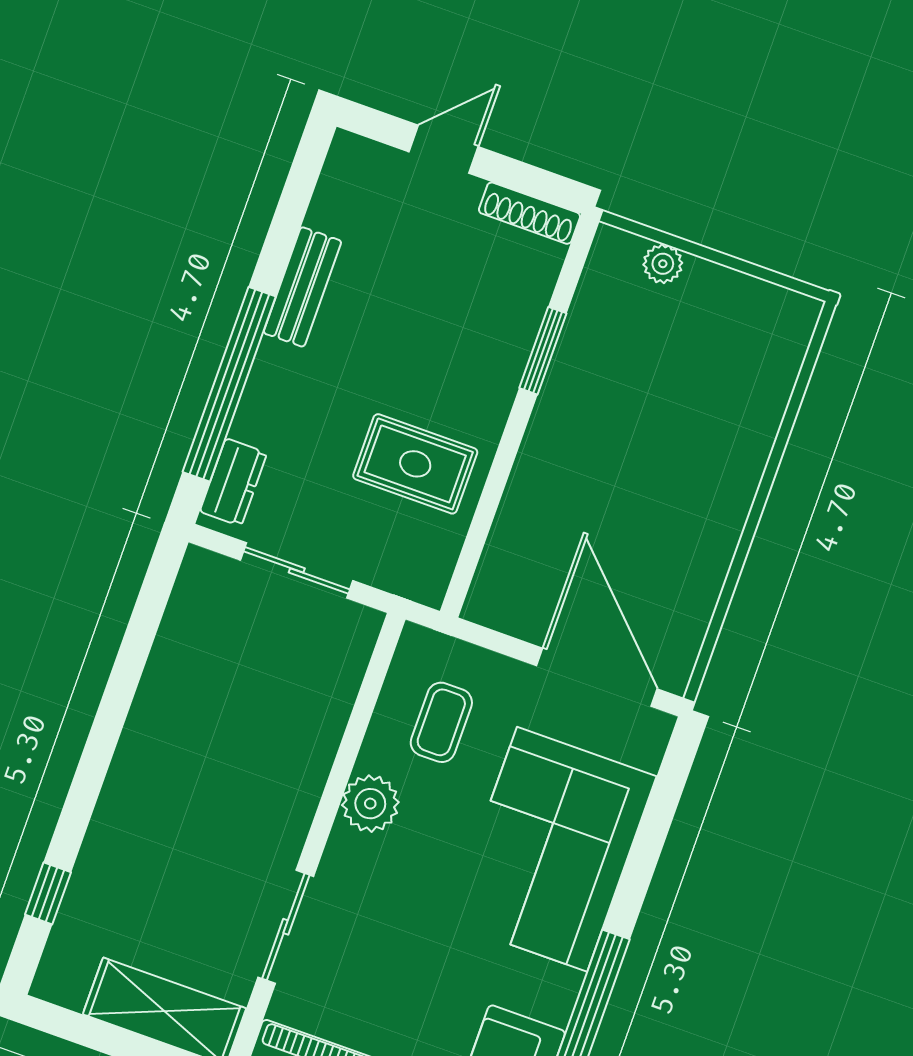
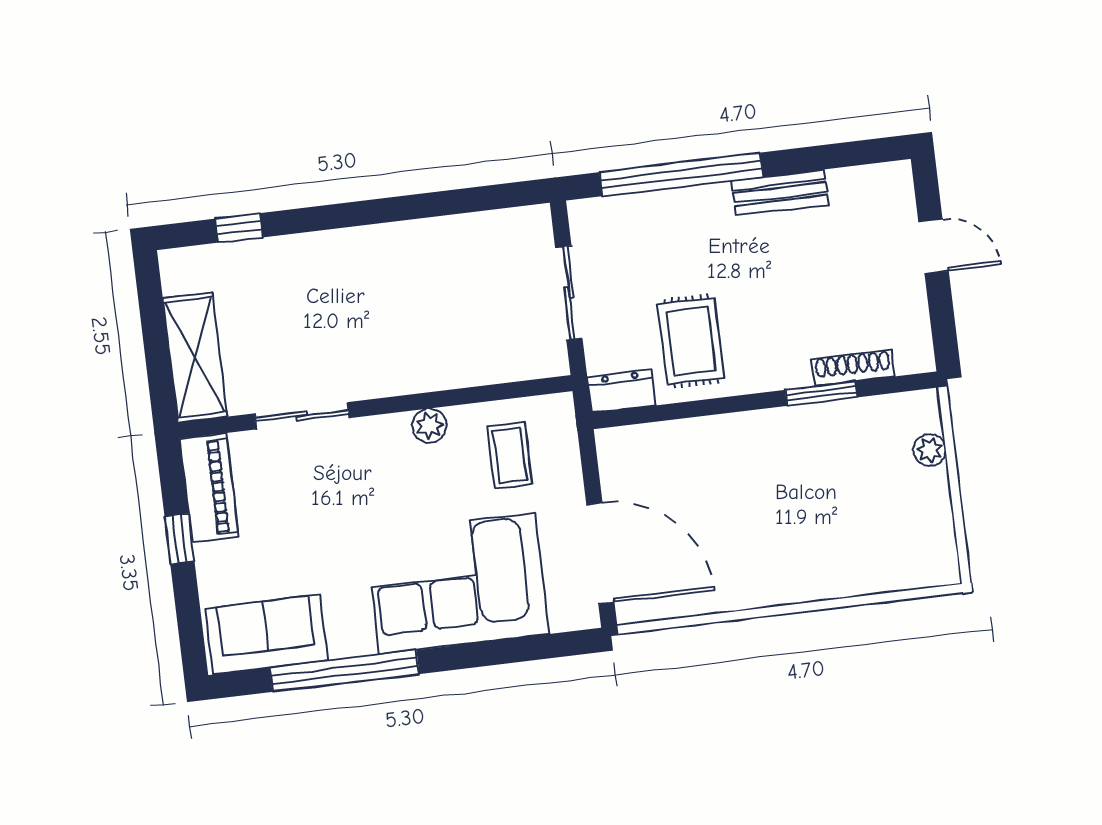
shoe rack: (529, 213) -> (853, 368), moved, turned 90
dresser: (233, 482) -> (622, 391), moved, turned 180
door: (597, 677) -> (600, 553), hinge flipped
coffee table: (441, 722) -> (510, 455), turned 90
plant: (370, 804) -> (429, 426), width x0.73, depth x0.73

